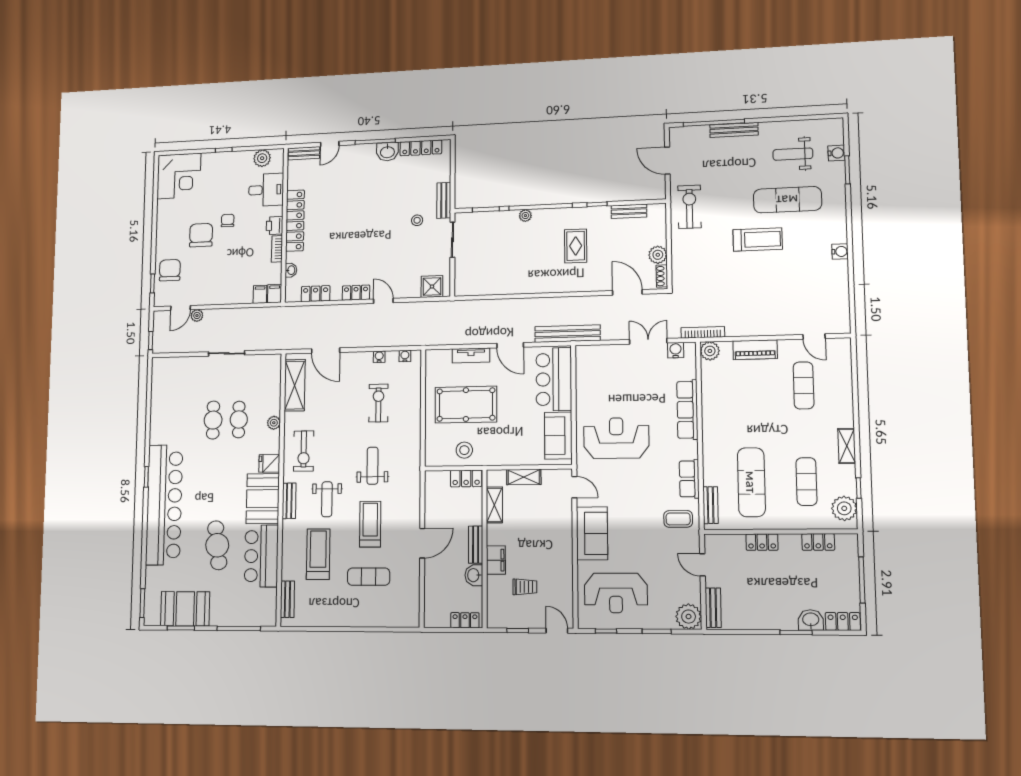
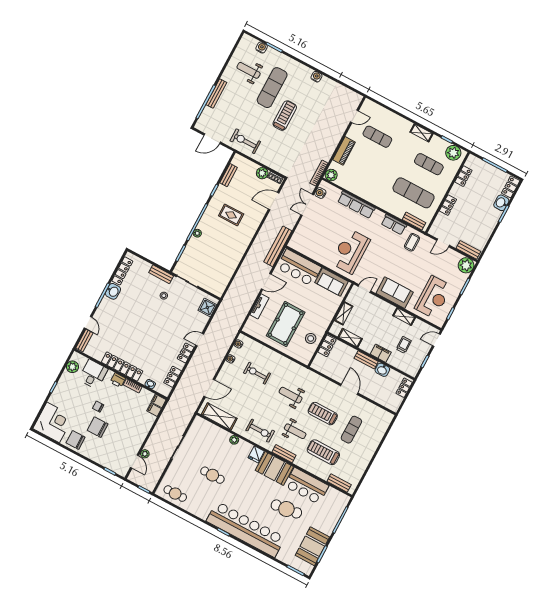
weight bench: (793, 154) -> (249, 70), turned 90
chair: (170, 270) -> (76, 440), moved
cafe table: (239, 419) -> (175, 494), moved
shelving: (565, 566) -> (404, 317), added

